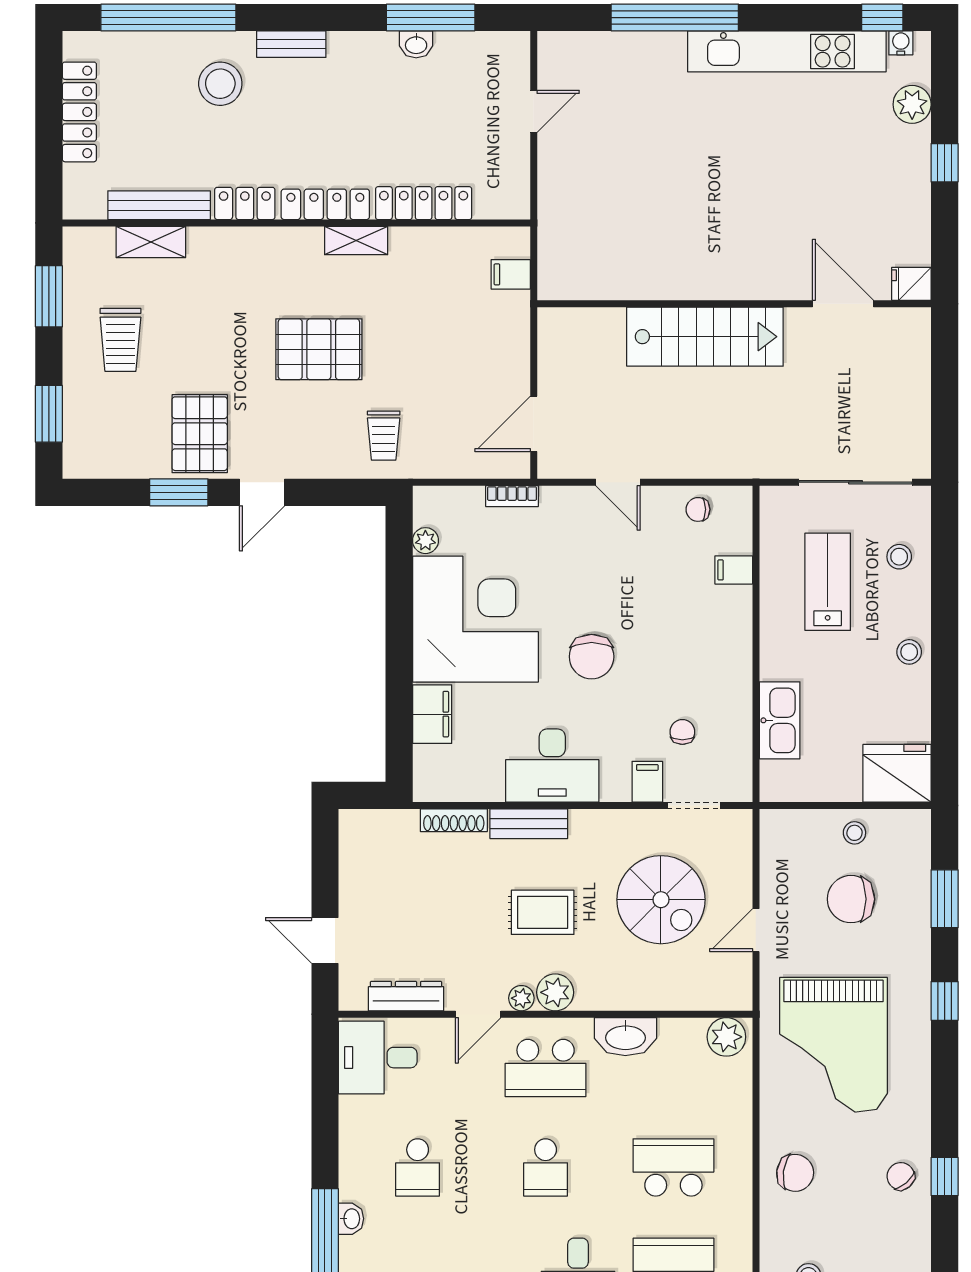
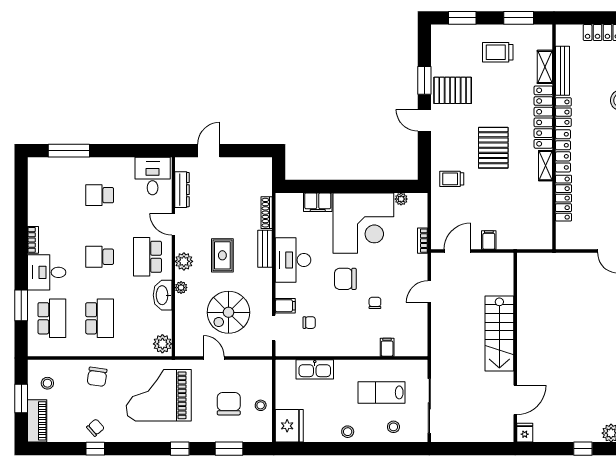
locker: (255, 245) -> (543, 117), added
filing cabinet: (511, 274) -> (489, 240), moved
door: (534, 424) -> (457, 251), hinge flipped
chair: (698, 509) -> (375, 303), moved
lab bench: (828, 582) -> (381, 392), turned 180
plant: (521, 998) -> (181, 288), moved
washbasin: (351, 1219) -> (75, 163), removed

